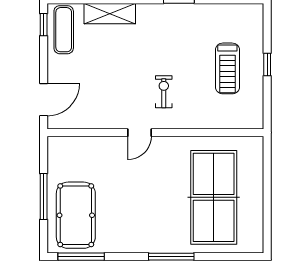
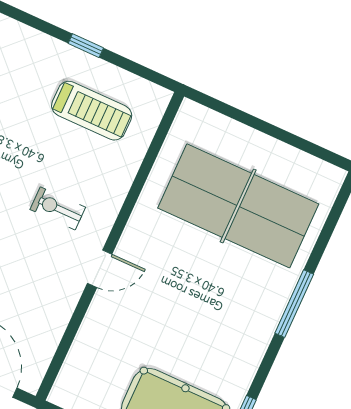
treadmill: (227, 68) -> (92, 111), moved
door: (139, 133) -> (100, 269), hinge flipped

